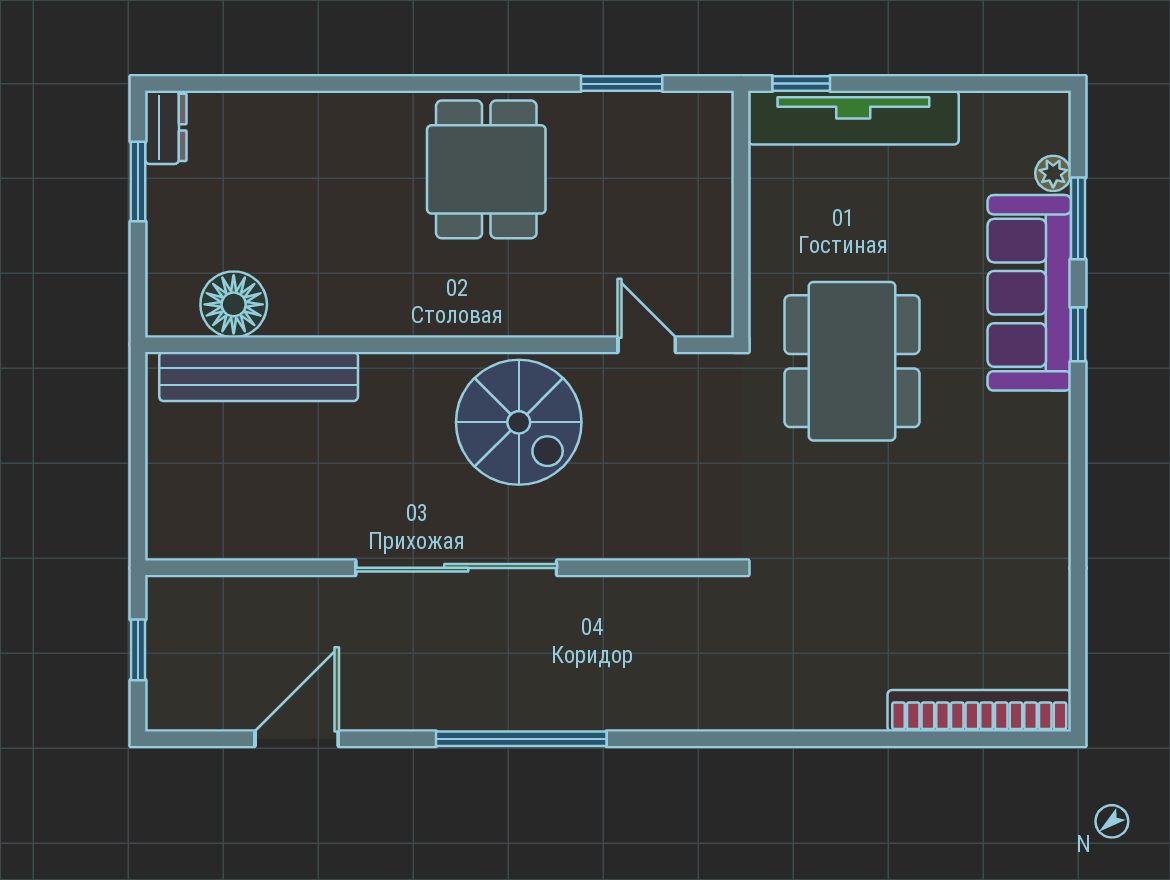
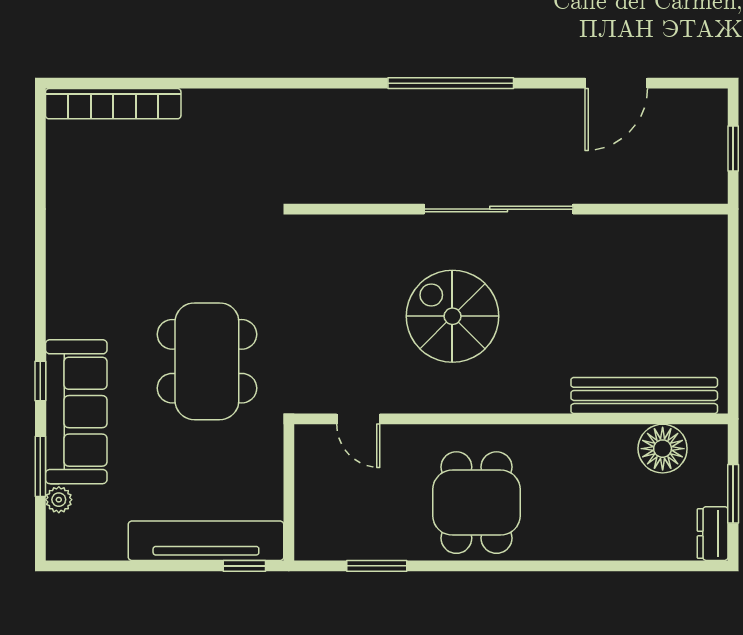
floor lamp: (234, 304) -> (663, 449), moved
wall: (439, 345) -> (511, 419), moved
door: (647, 345) -> (358, 419), moved
bench: (259, 376) -> (644, 395), moved

